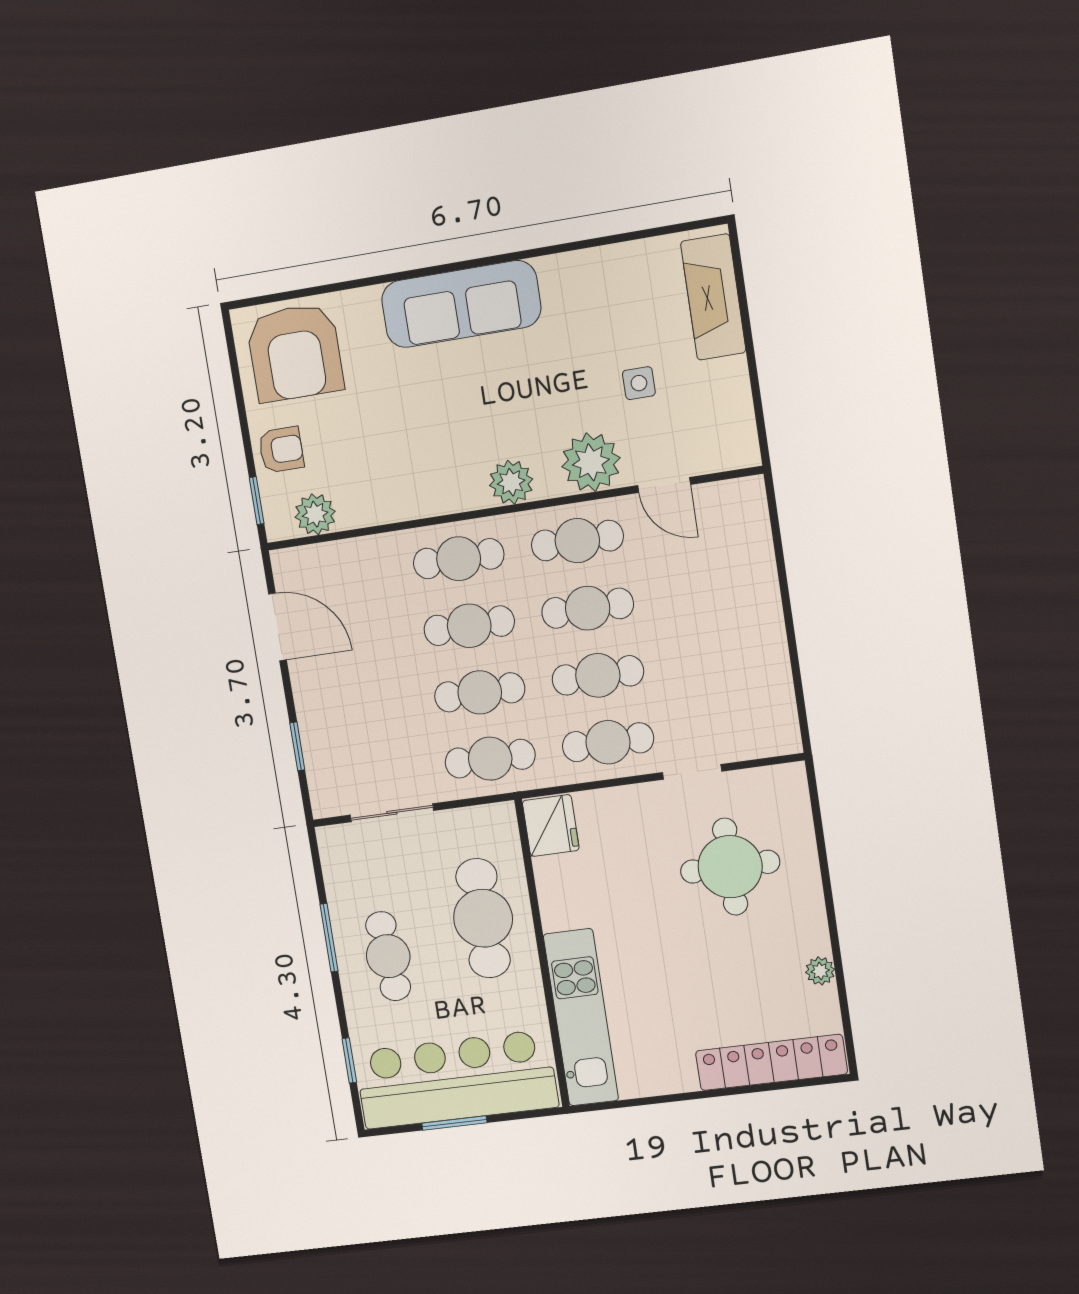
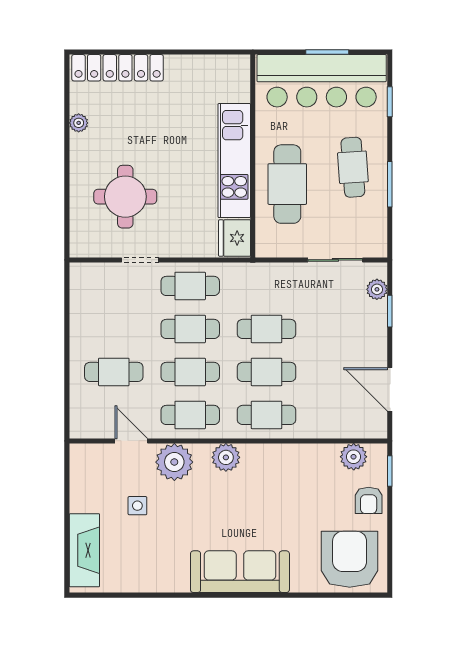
armchair: (281, 450) -> (369, 500), turned -90
cafe table: (490, 759) -> (114, 372), moved
plant: (322, 777) -> (377, 289), added
kitchen unit: (581, 1017) -> (234, 161), moved

